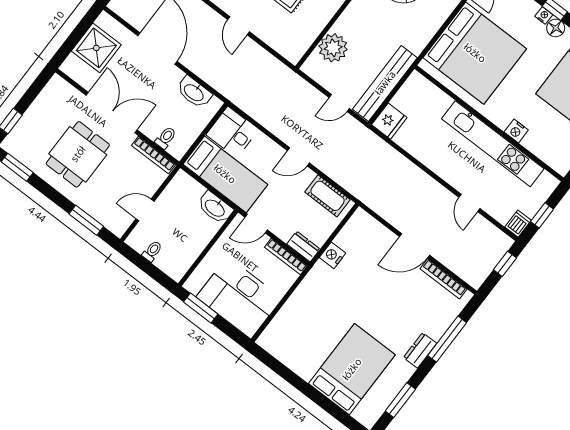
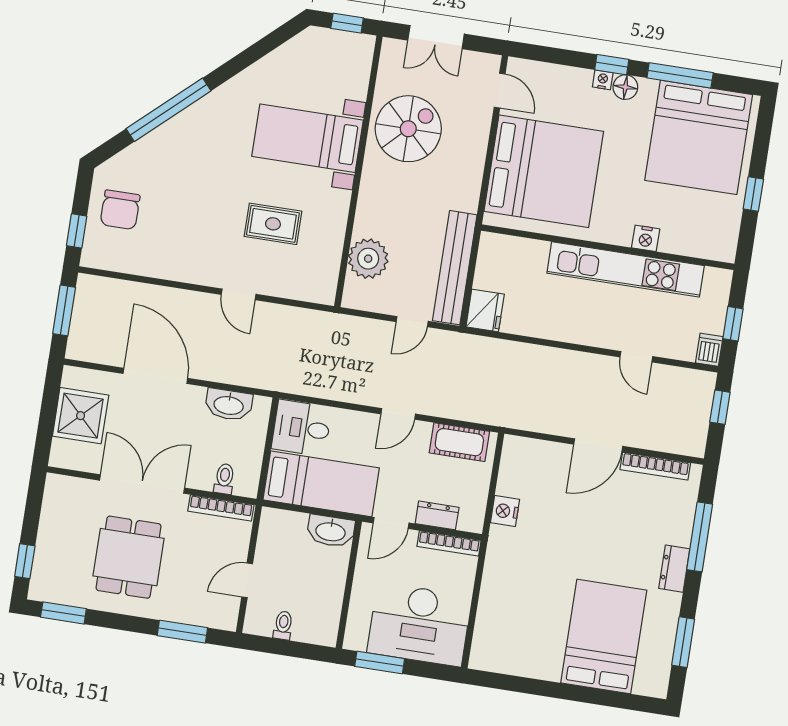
dresser: (303, 246) -> (437, 515), moved

